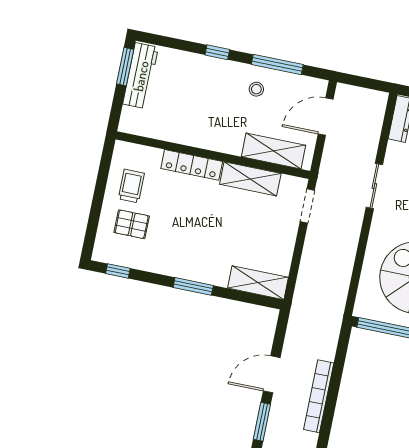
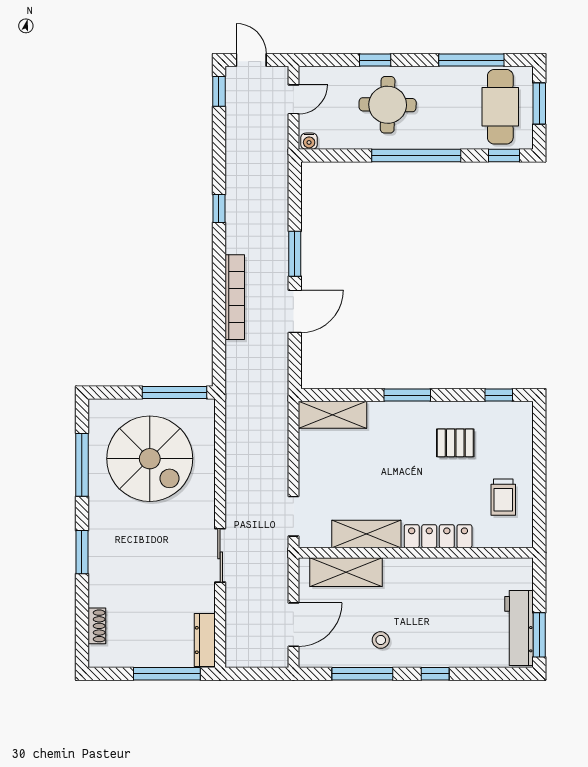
pallet: (132, 224) -> (455, 443), moved

